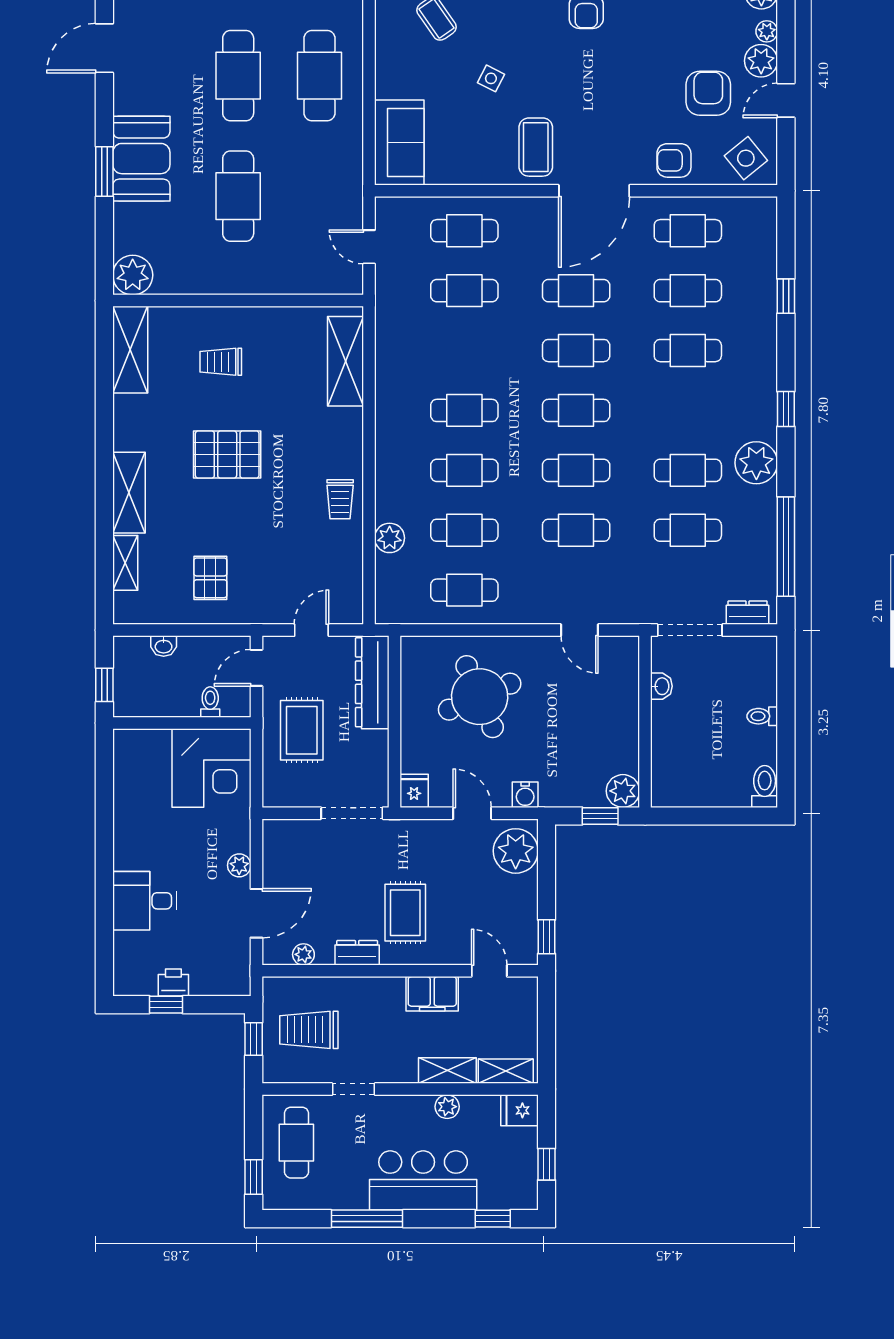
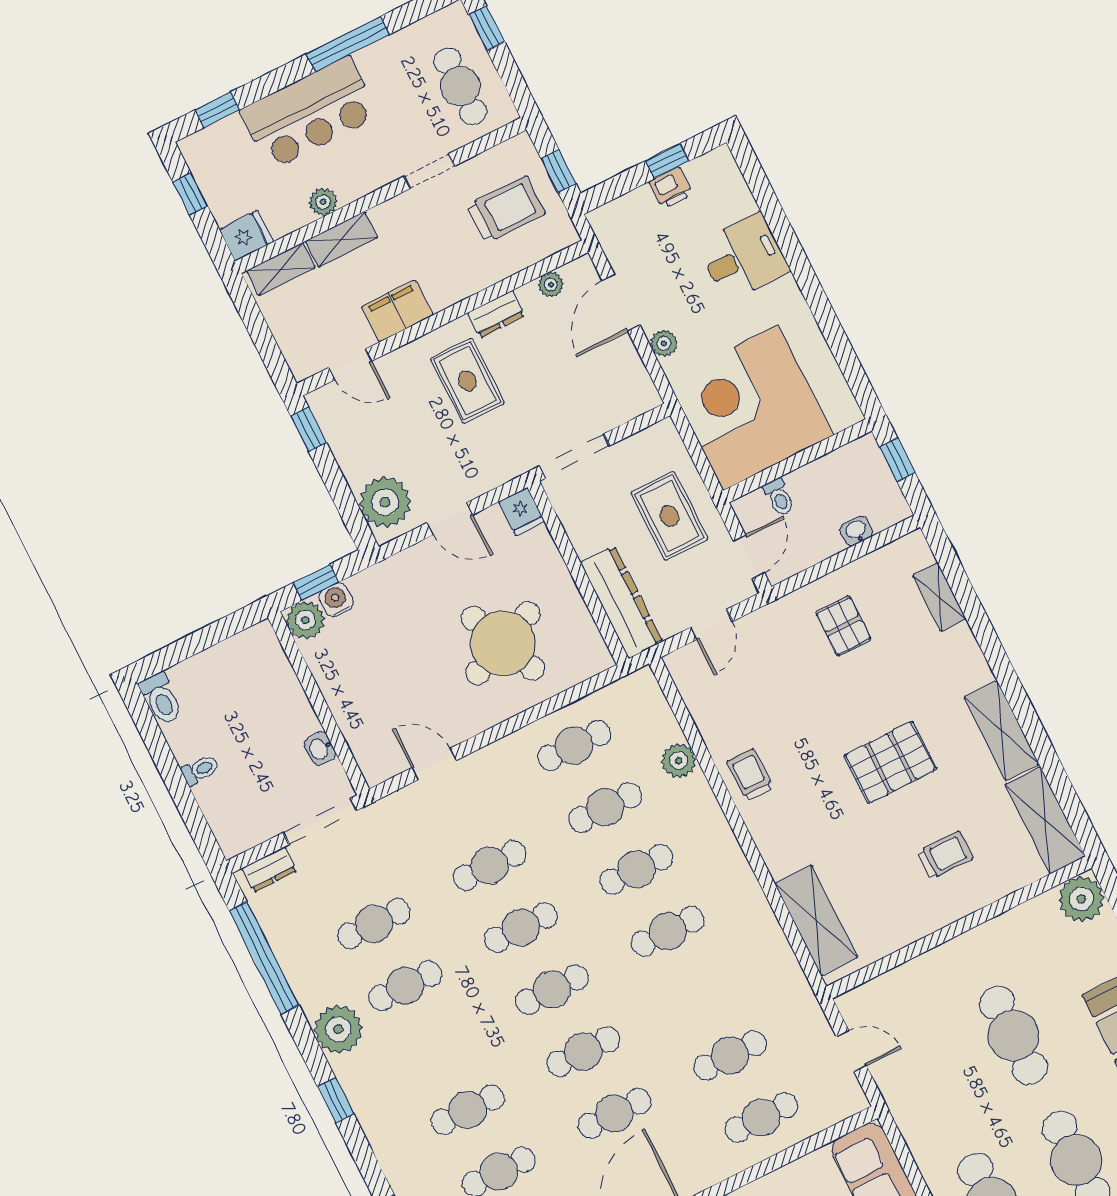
shelving: (129, 493) -> (1001, 730), moved
corner desk: (211, 768) -> (751, 408), width x1.36, depth x1.36
water cooler: (525, 795) -> (336, 600), moved

